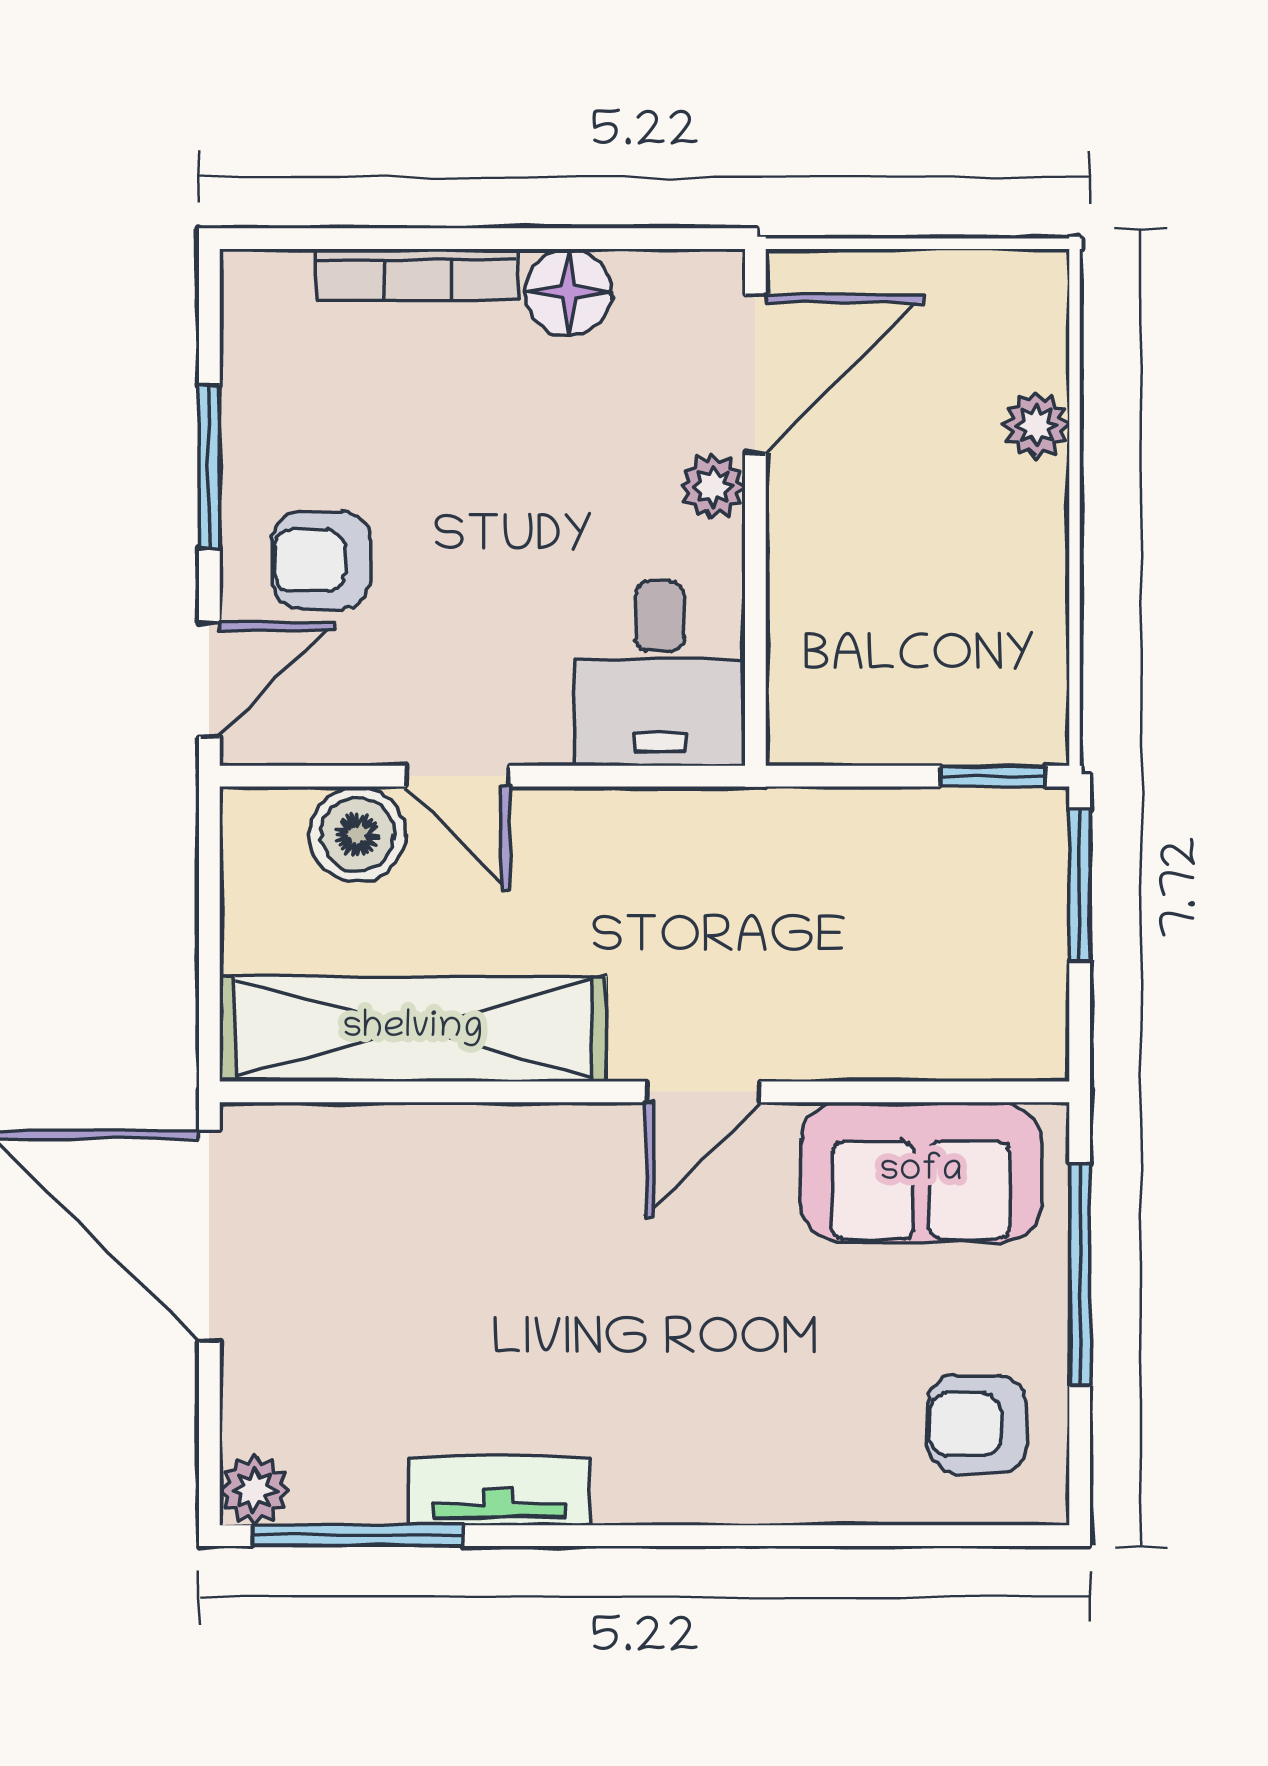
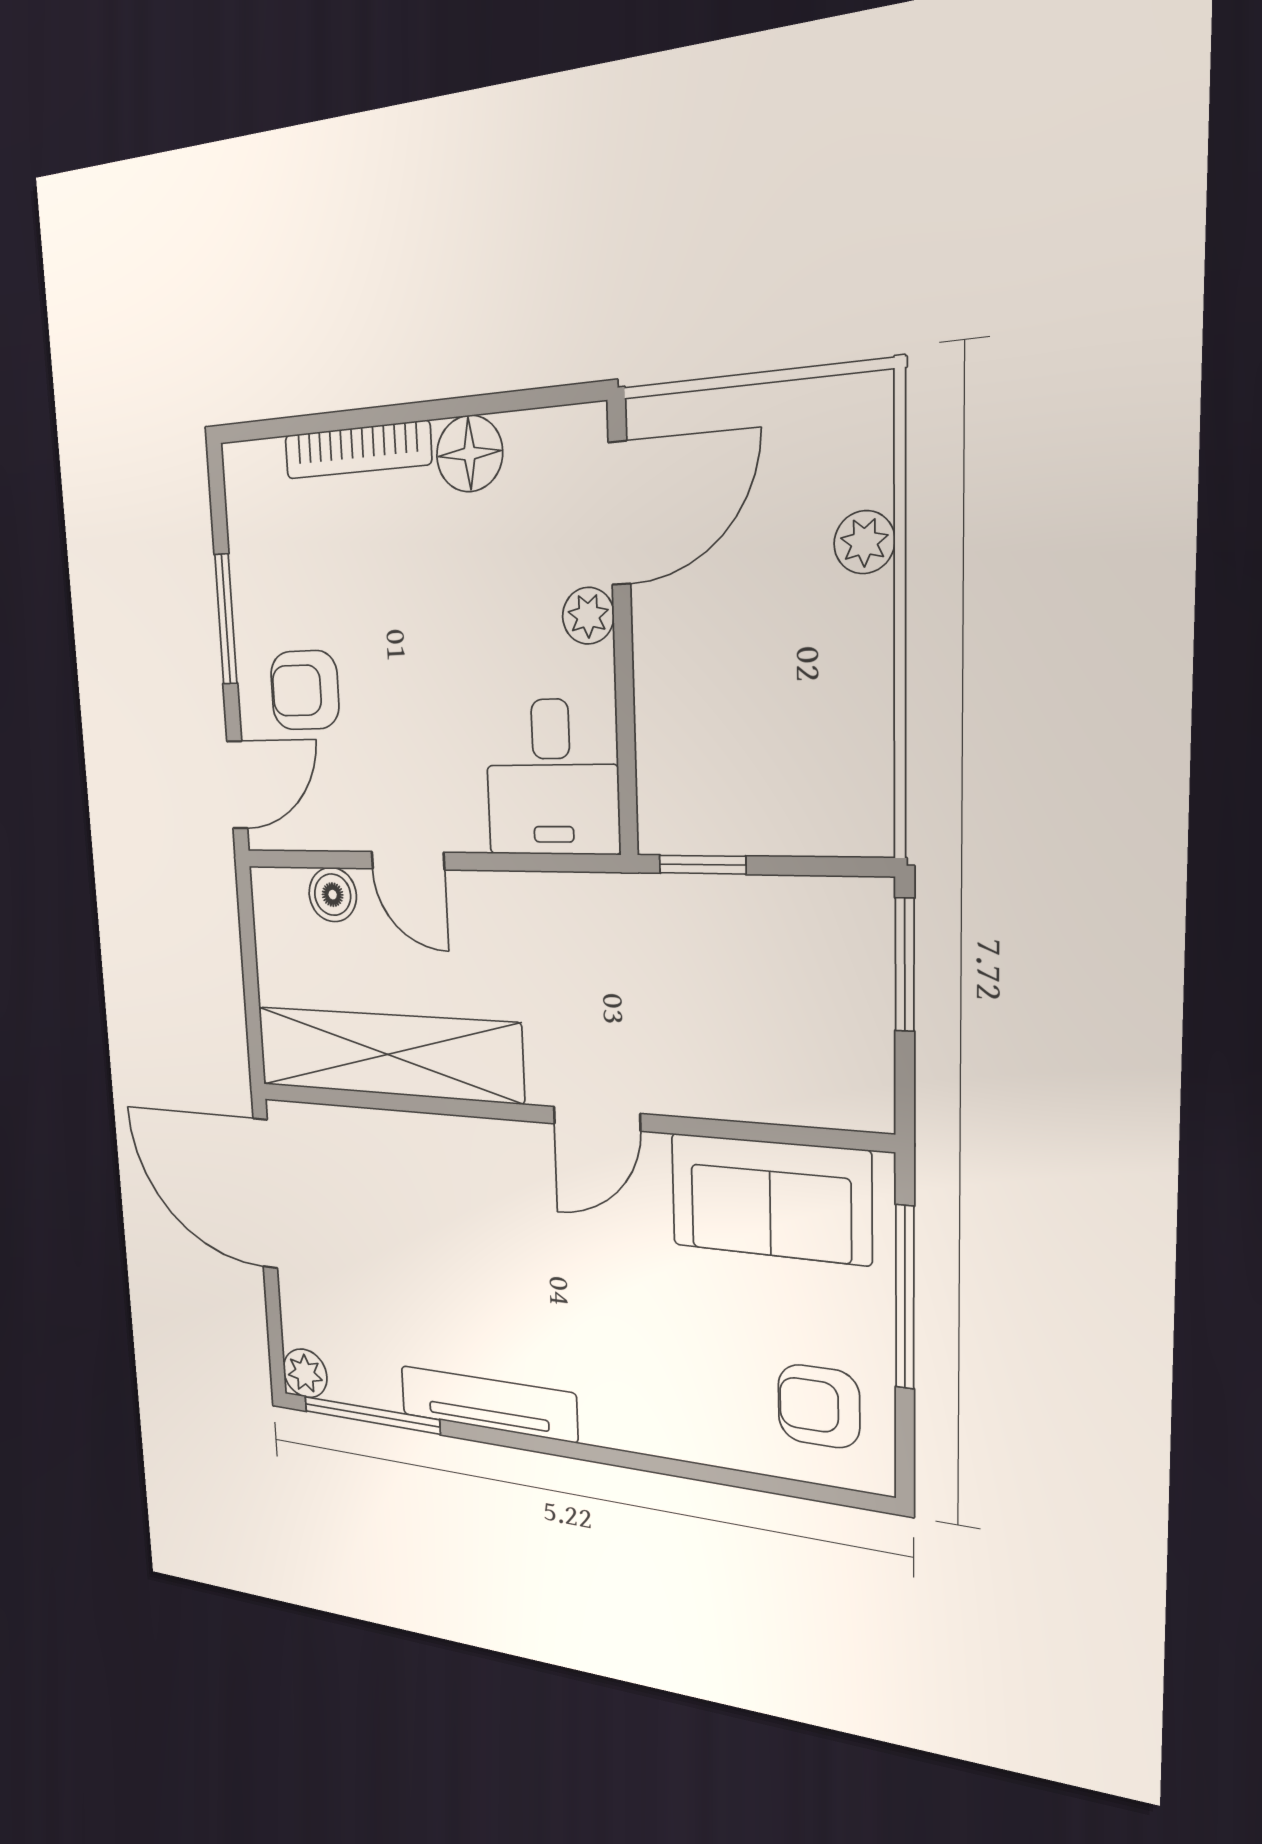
window: (993, 776) -> (703, 865), moved
boiler: (357, 834) -> (333, 895), width x0.73, depth x0.73
tv unit: (499, 1491) -> (488, 1404), width x1.41

